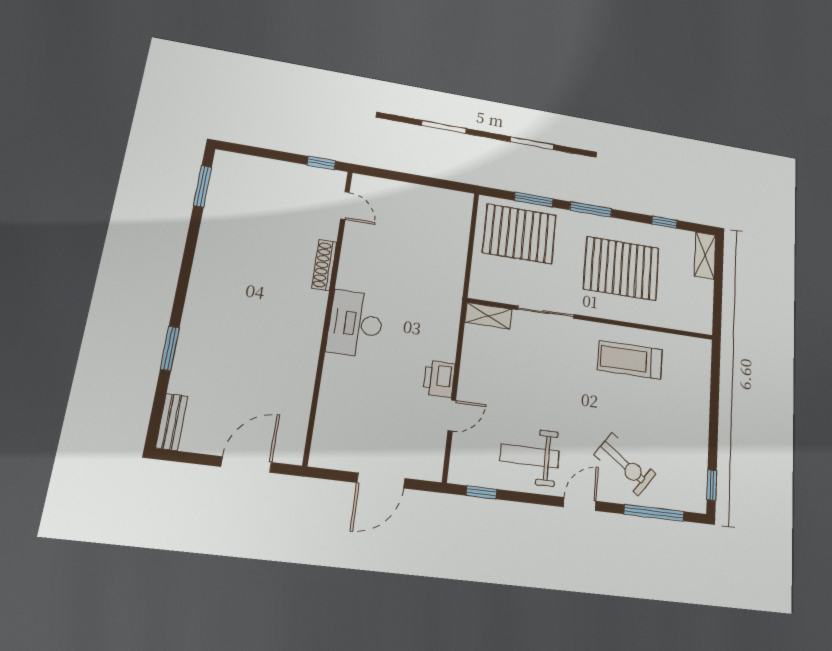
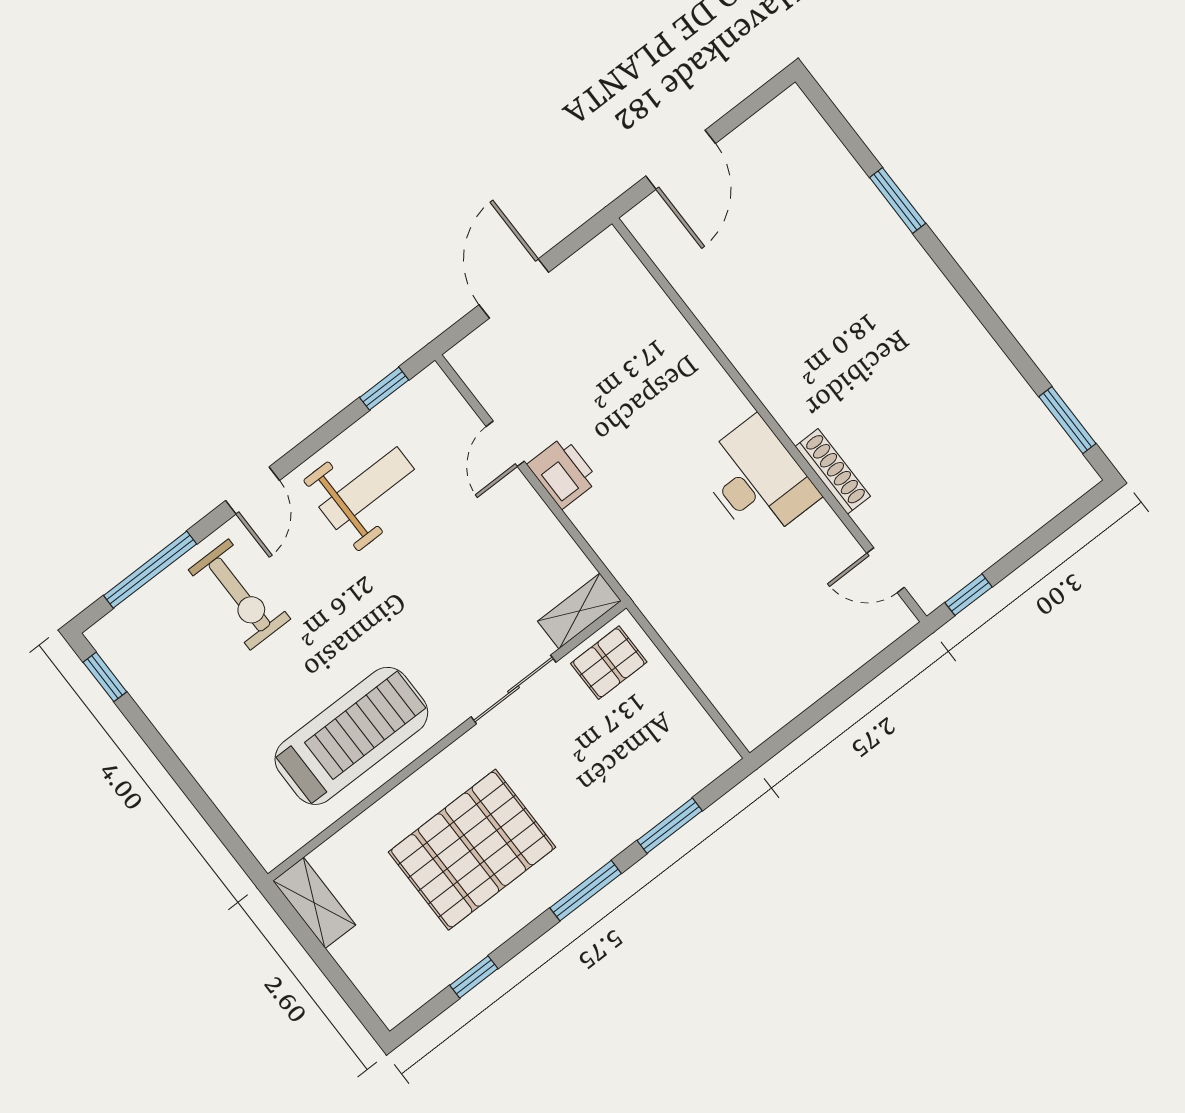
pallet: (520, 234) -> (609, 663), moved, width x0.49, depth x0.50
shelving: (705, 256) -> (314, 903), moved
desk: (355, 324) -> (757, 480), moved
treadmill: (630, 360) -> (351, 736), width x1.37, depth x1.38
bench: (172, 422) -> (809, 125), removed
exercise bike: (625, 464) -> (239, 594), turned -126

